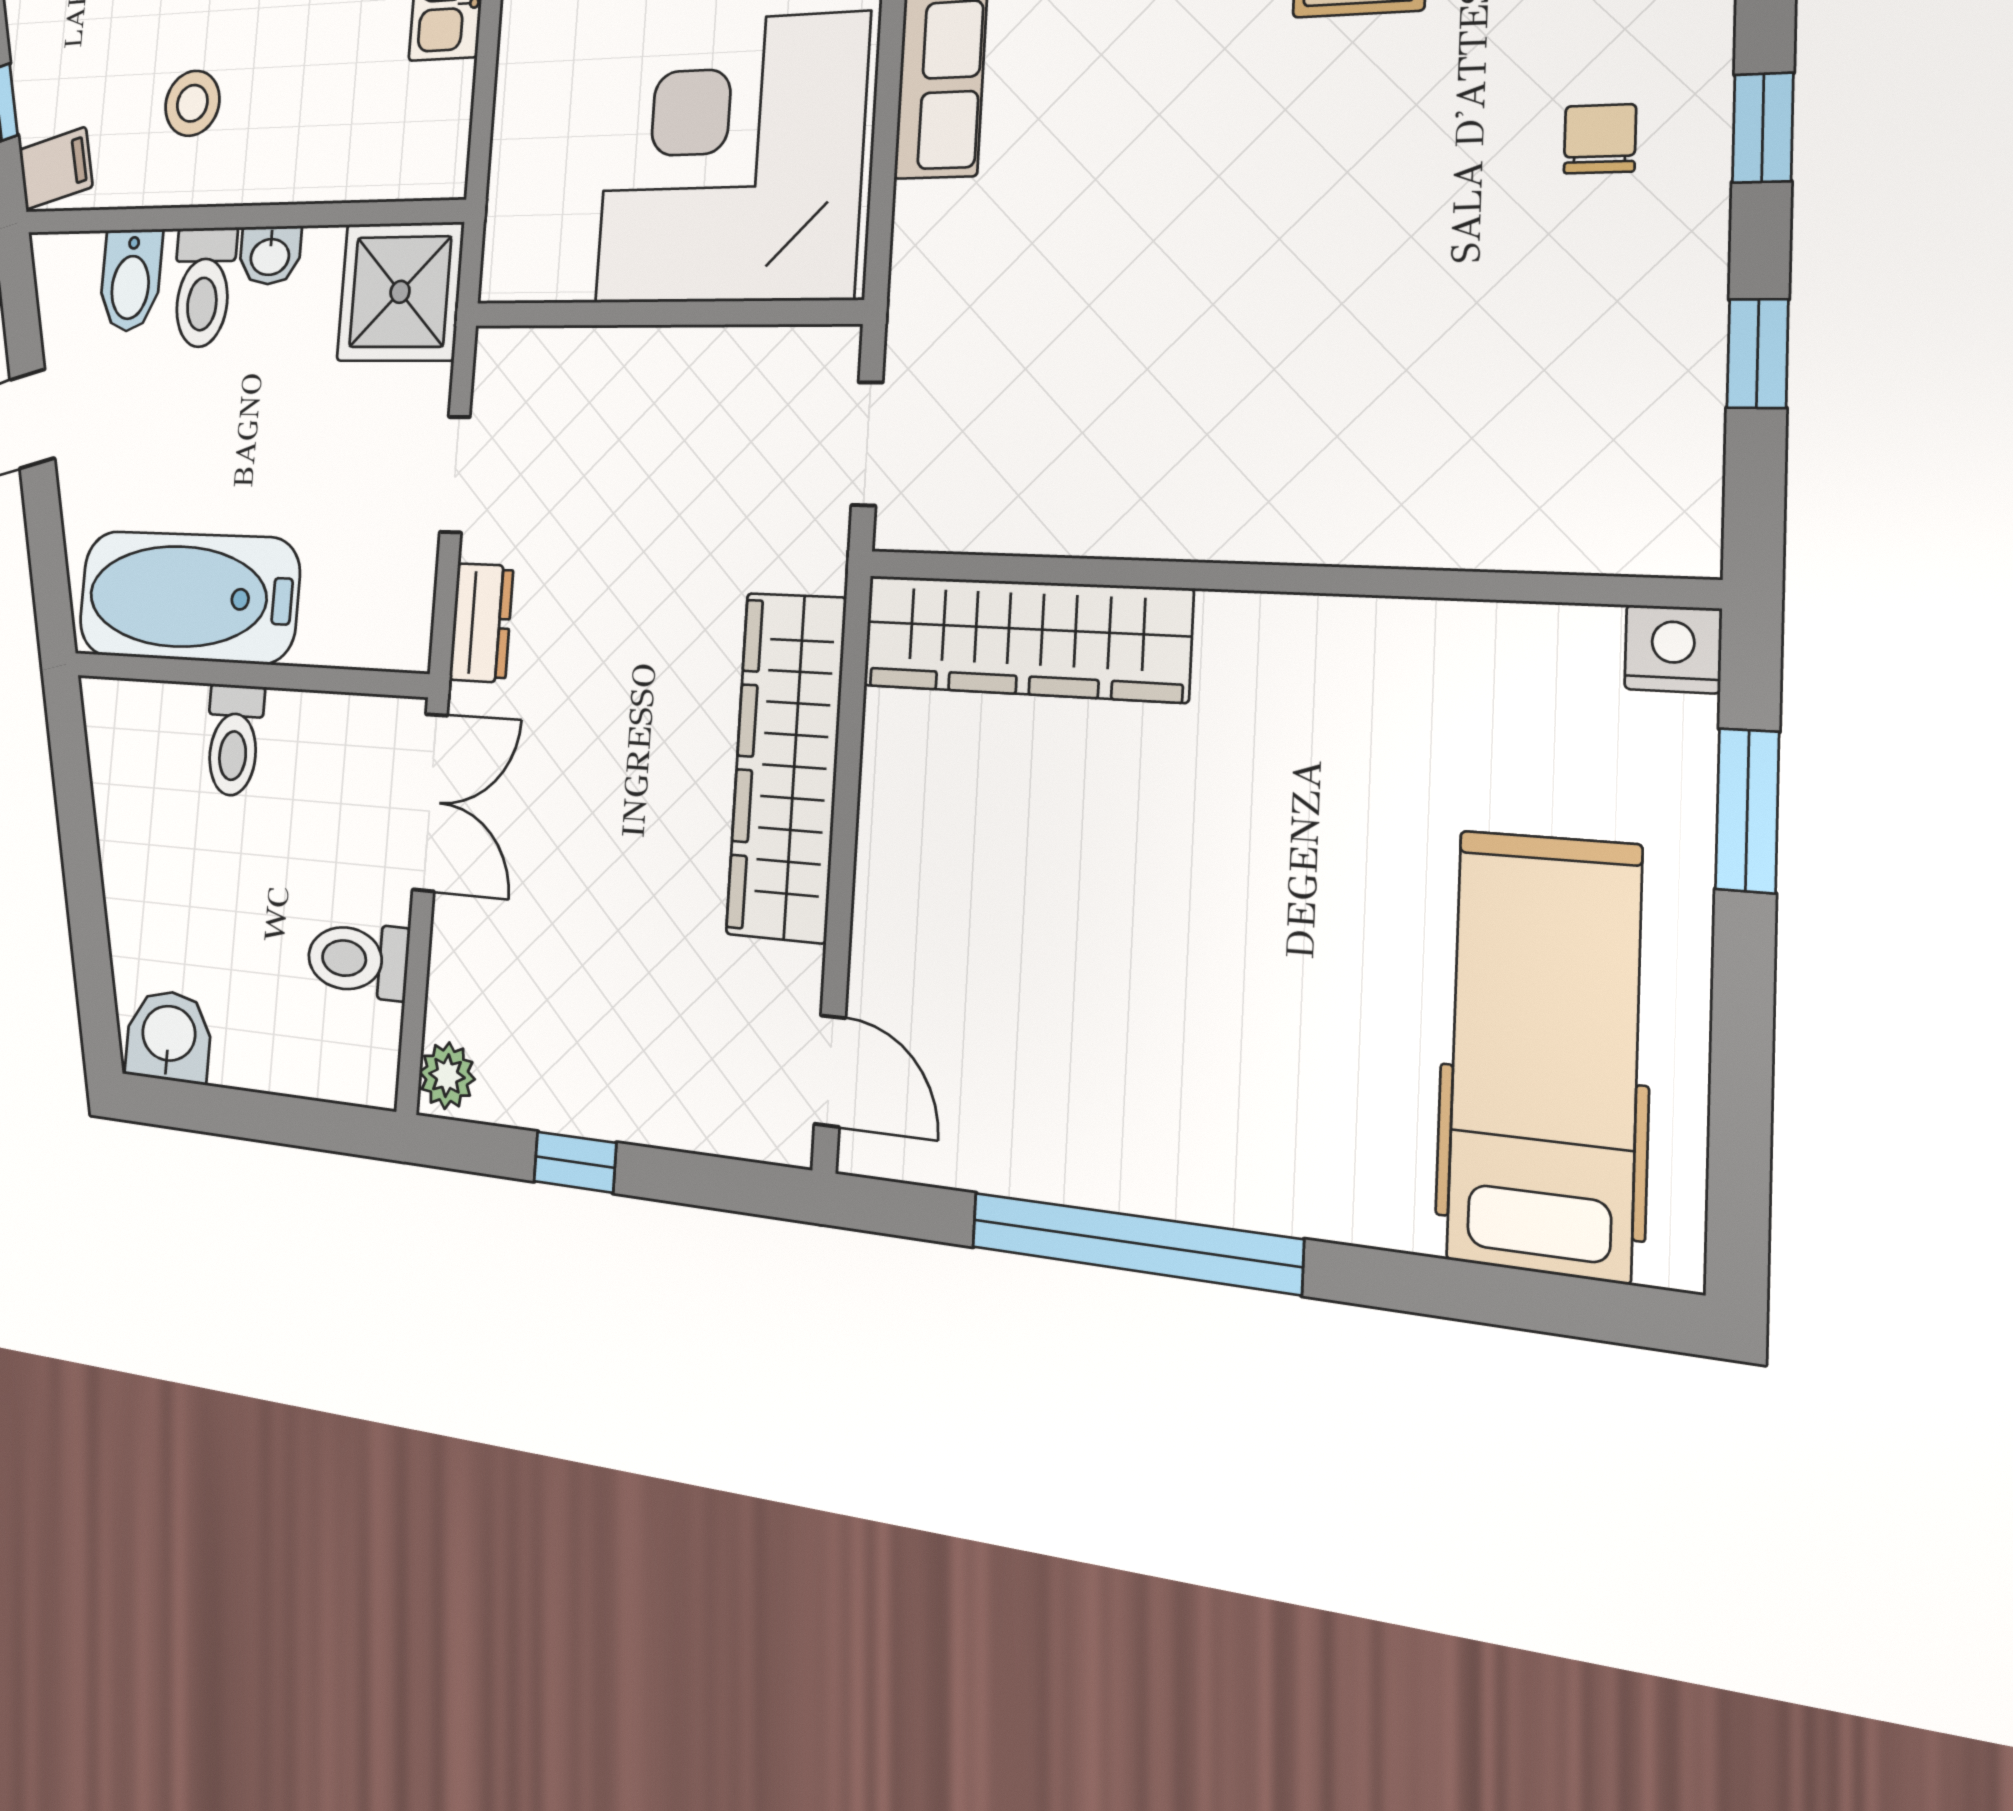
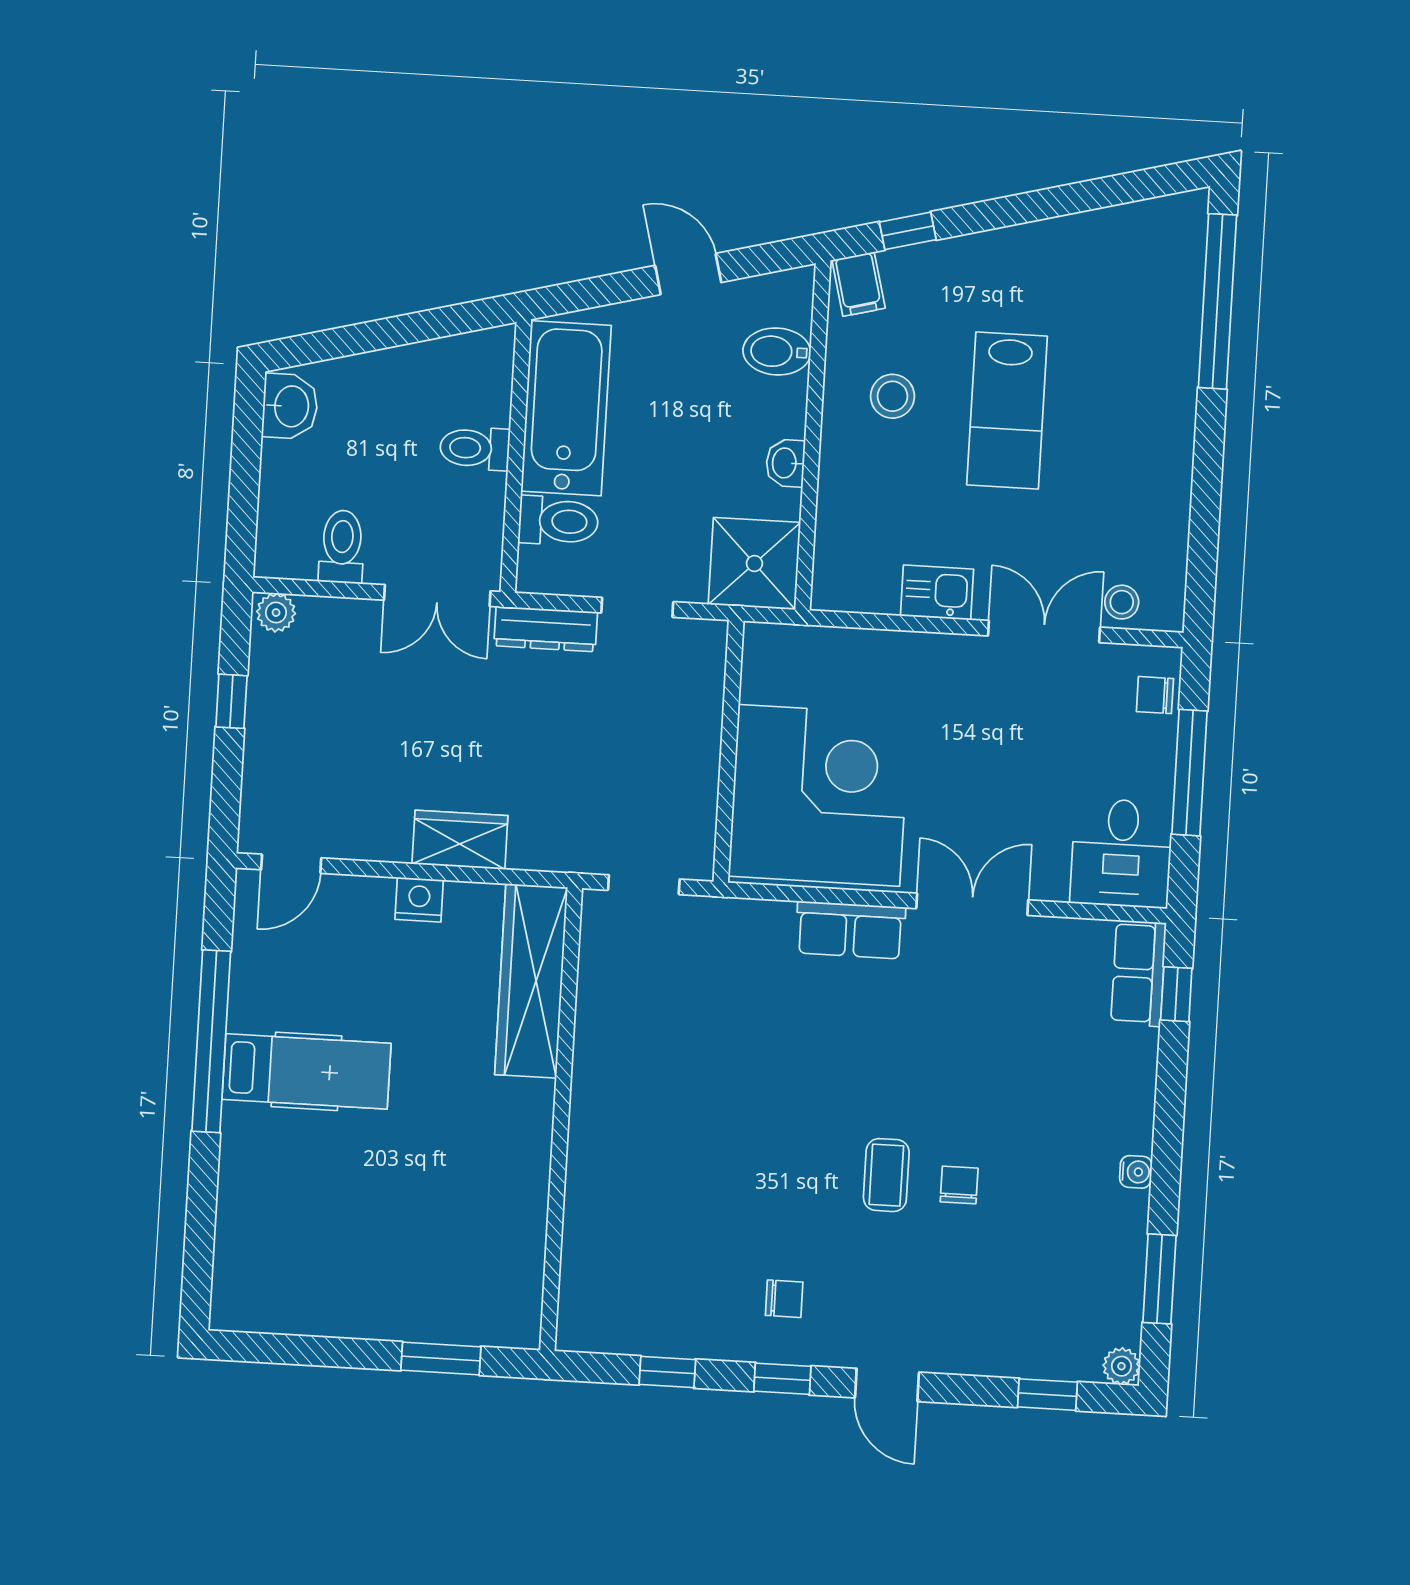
toilet: (203, 287) -> (558, 521), moved, turned 180
dresser: (481, 623) -> (546, 629), width x1.44
nightstand: (1673, 649) -> (419, 900), moved, turned -90
wardrobe: (786, 766) -> (460, 840), width x0.48, depth x0.85
hospital bed: (1544, 1053) -> (306, 1071), moved, width x0.73, depth x0.78

